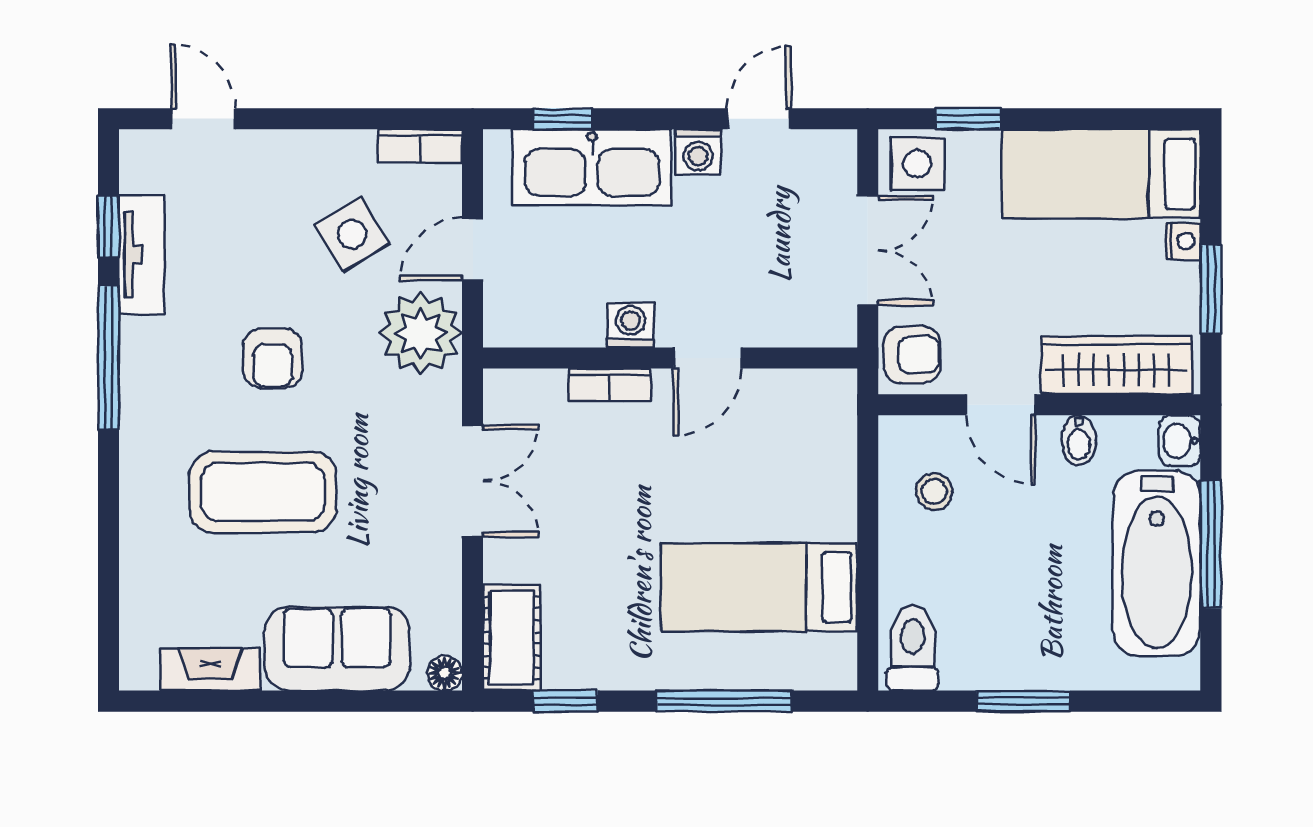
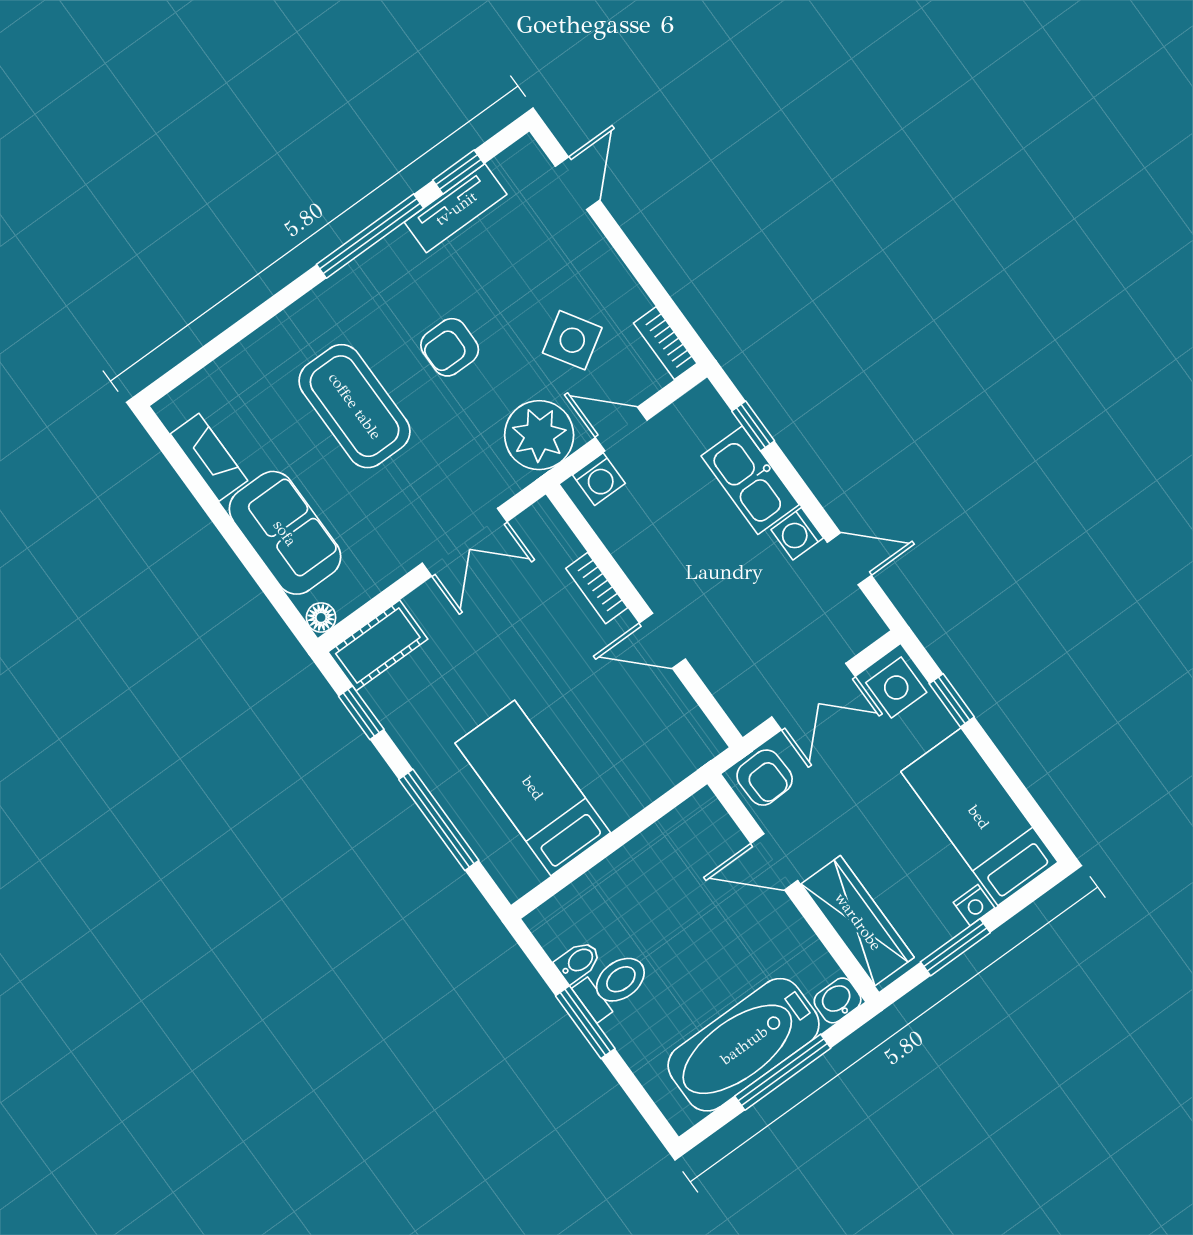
kitchen sink: (592, 167) -> (750, 480), width x0.73, depth x0.81
washing machine: (630, 325) -> (599, 479), moved, turned 90
door: (1001, 405) -> (774, 862), hinge flipped
bidet: (1079, 440) -> (578, 962), moved, turned 180
stool: (934, 491) -> (683, 859), removed
toilet: (913, 648) -> (613, 985), moved

